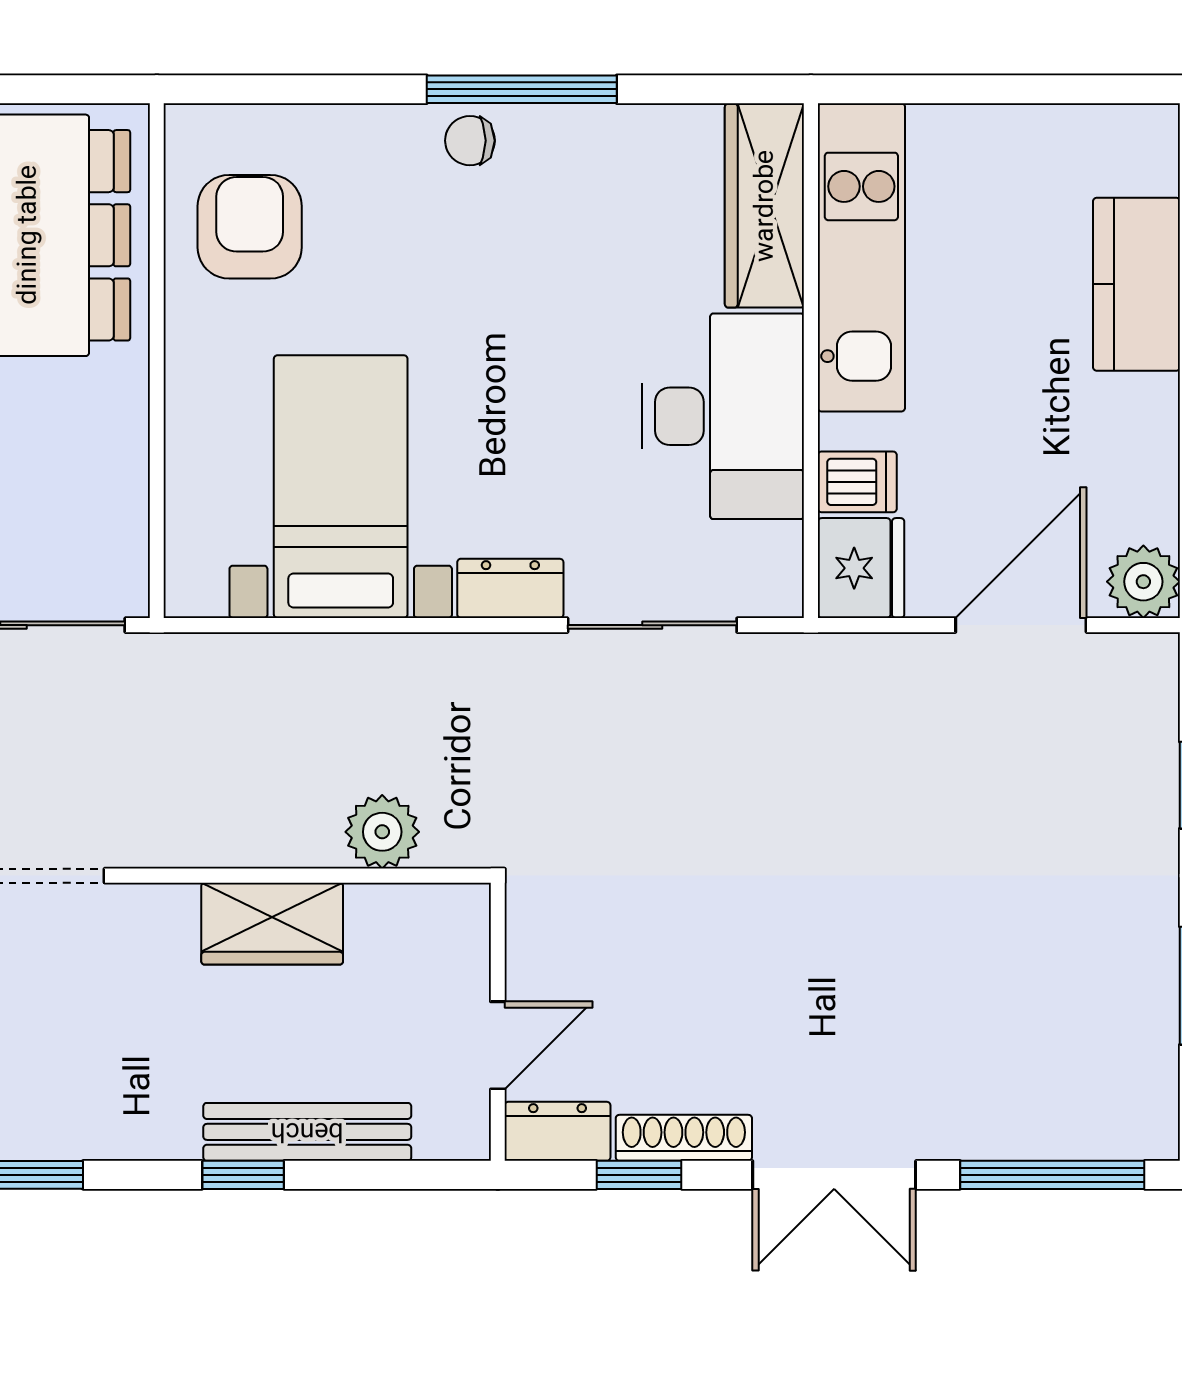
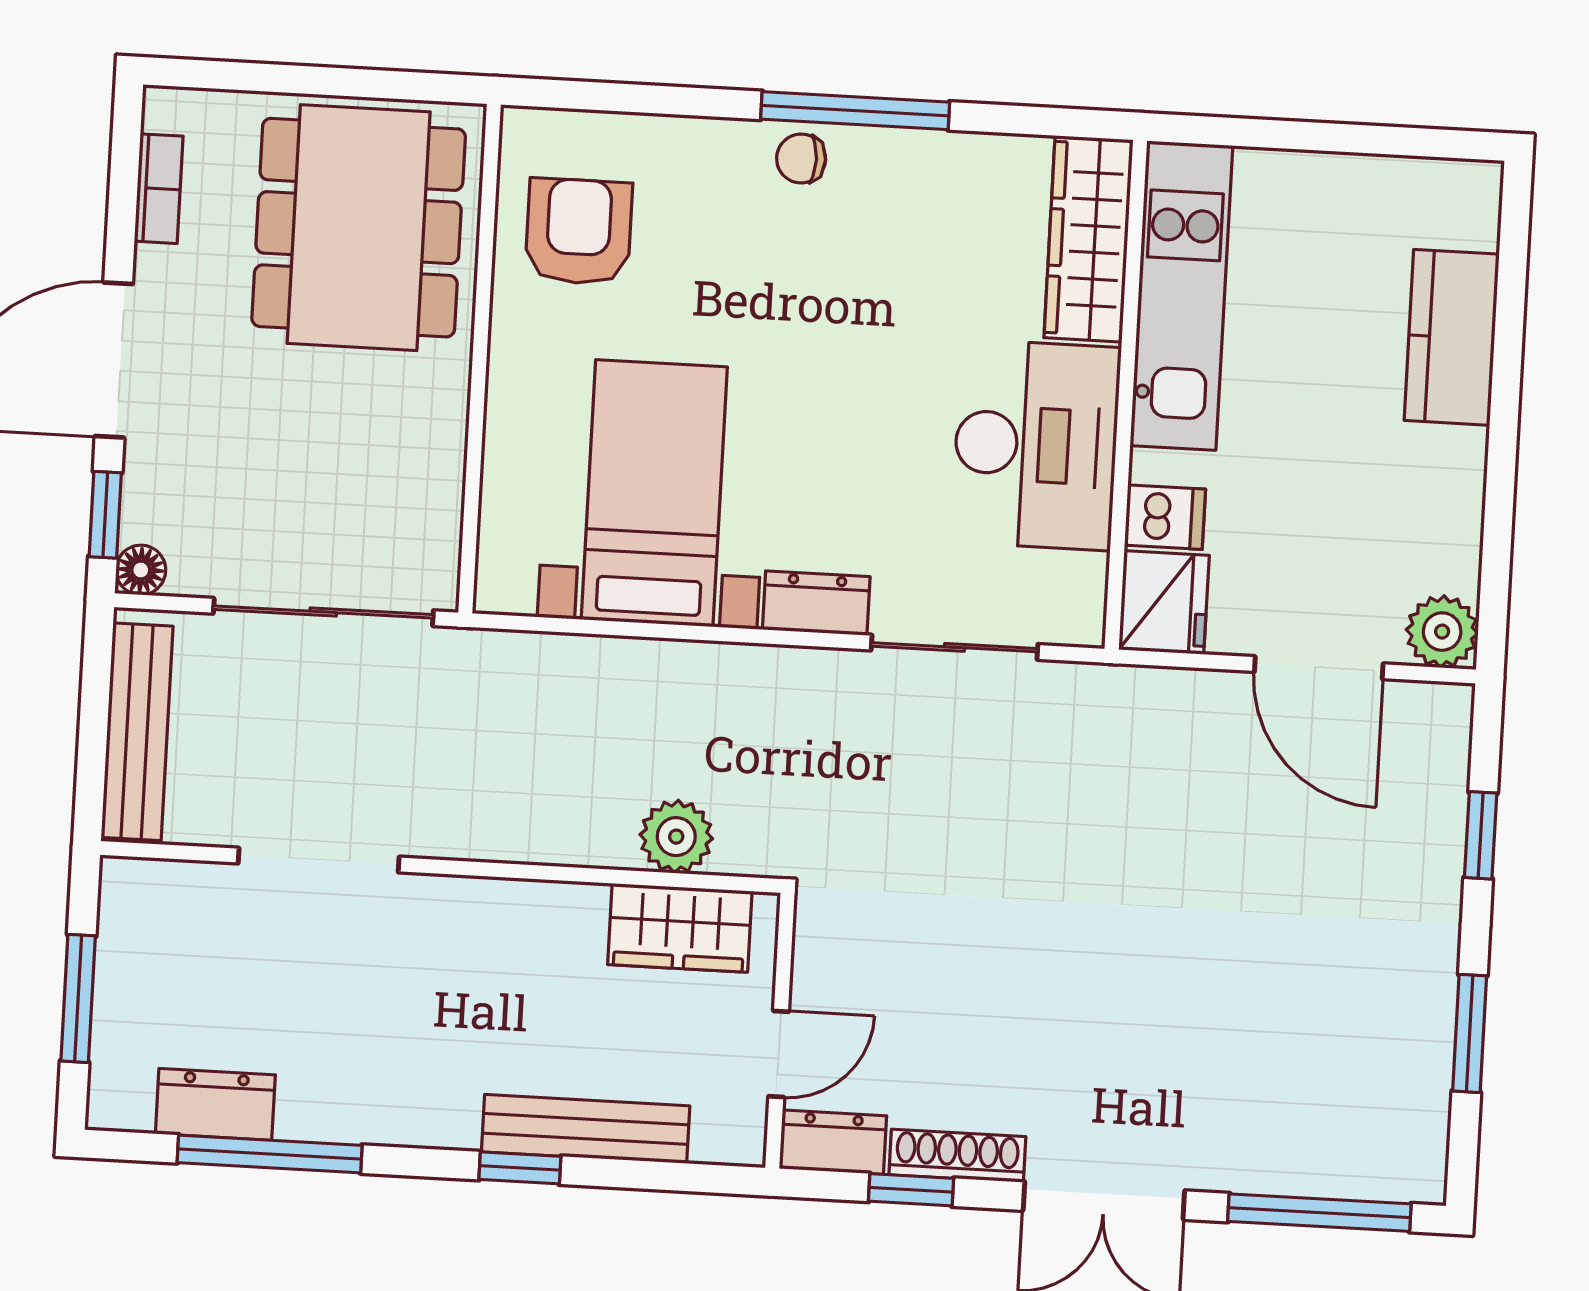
door: (1021, 625) -> (1319, 668), swing flipped
wardrobe: (272, 924) -> (680, 928), moved

